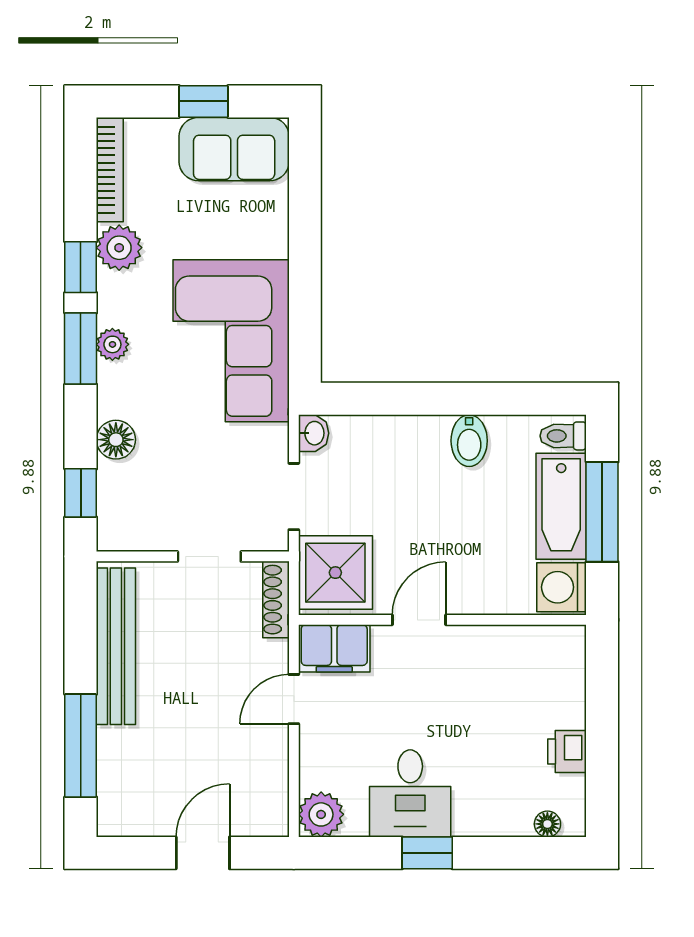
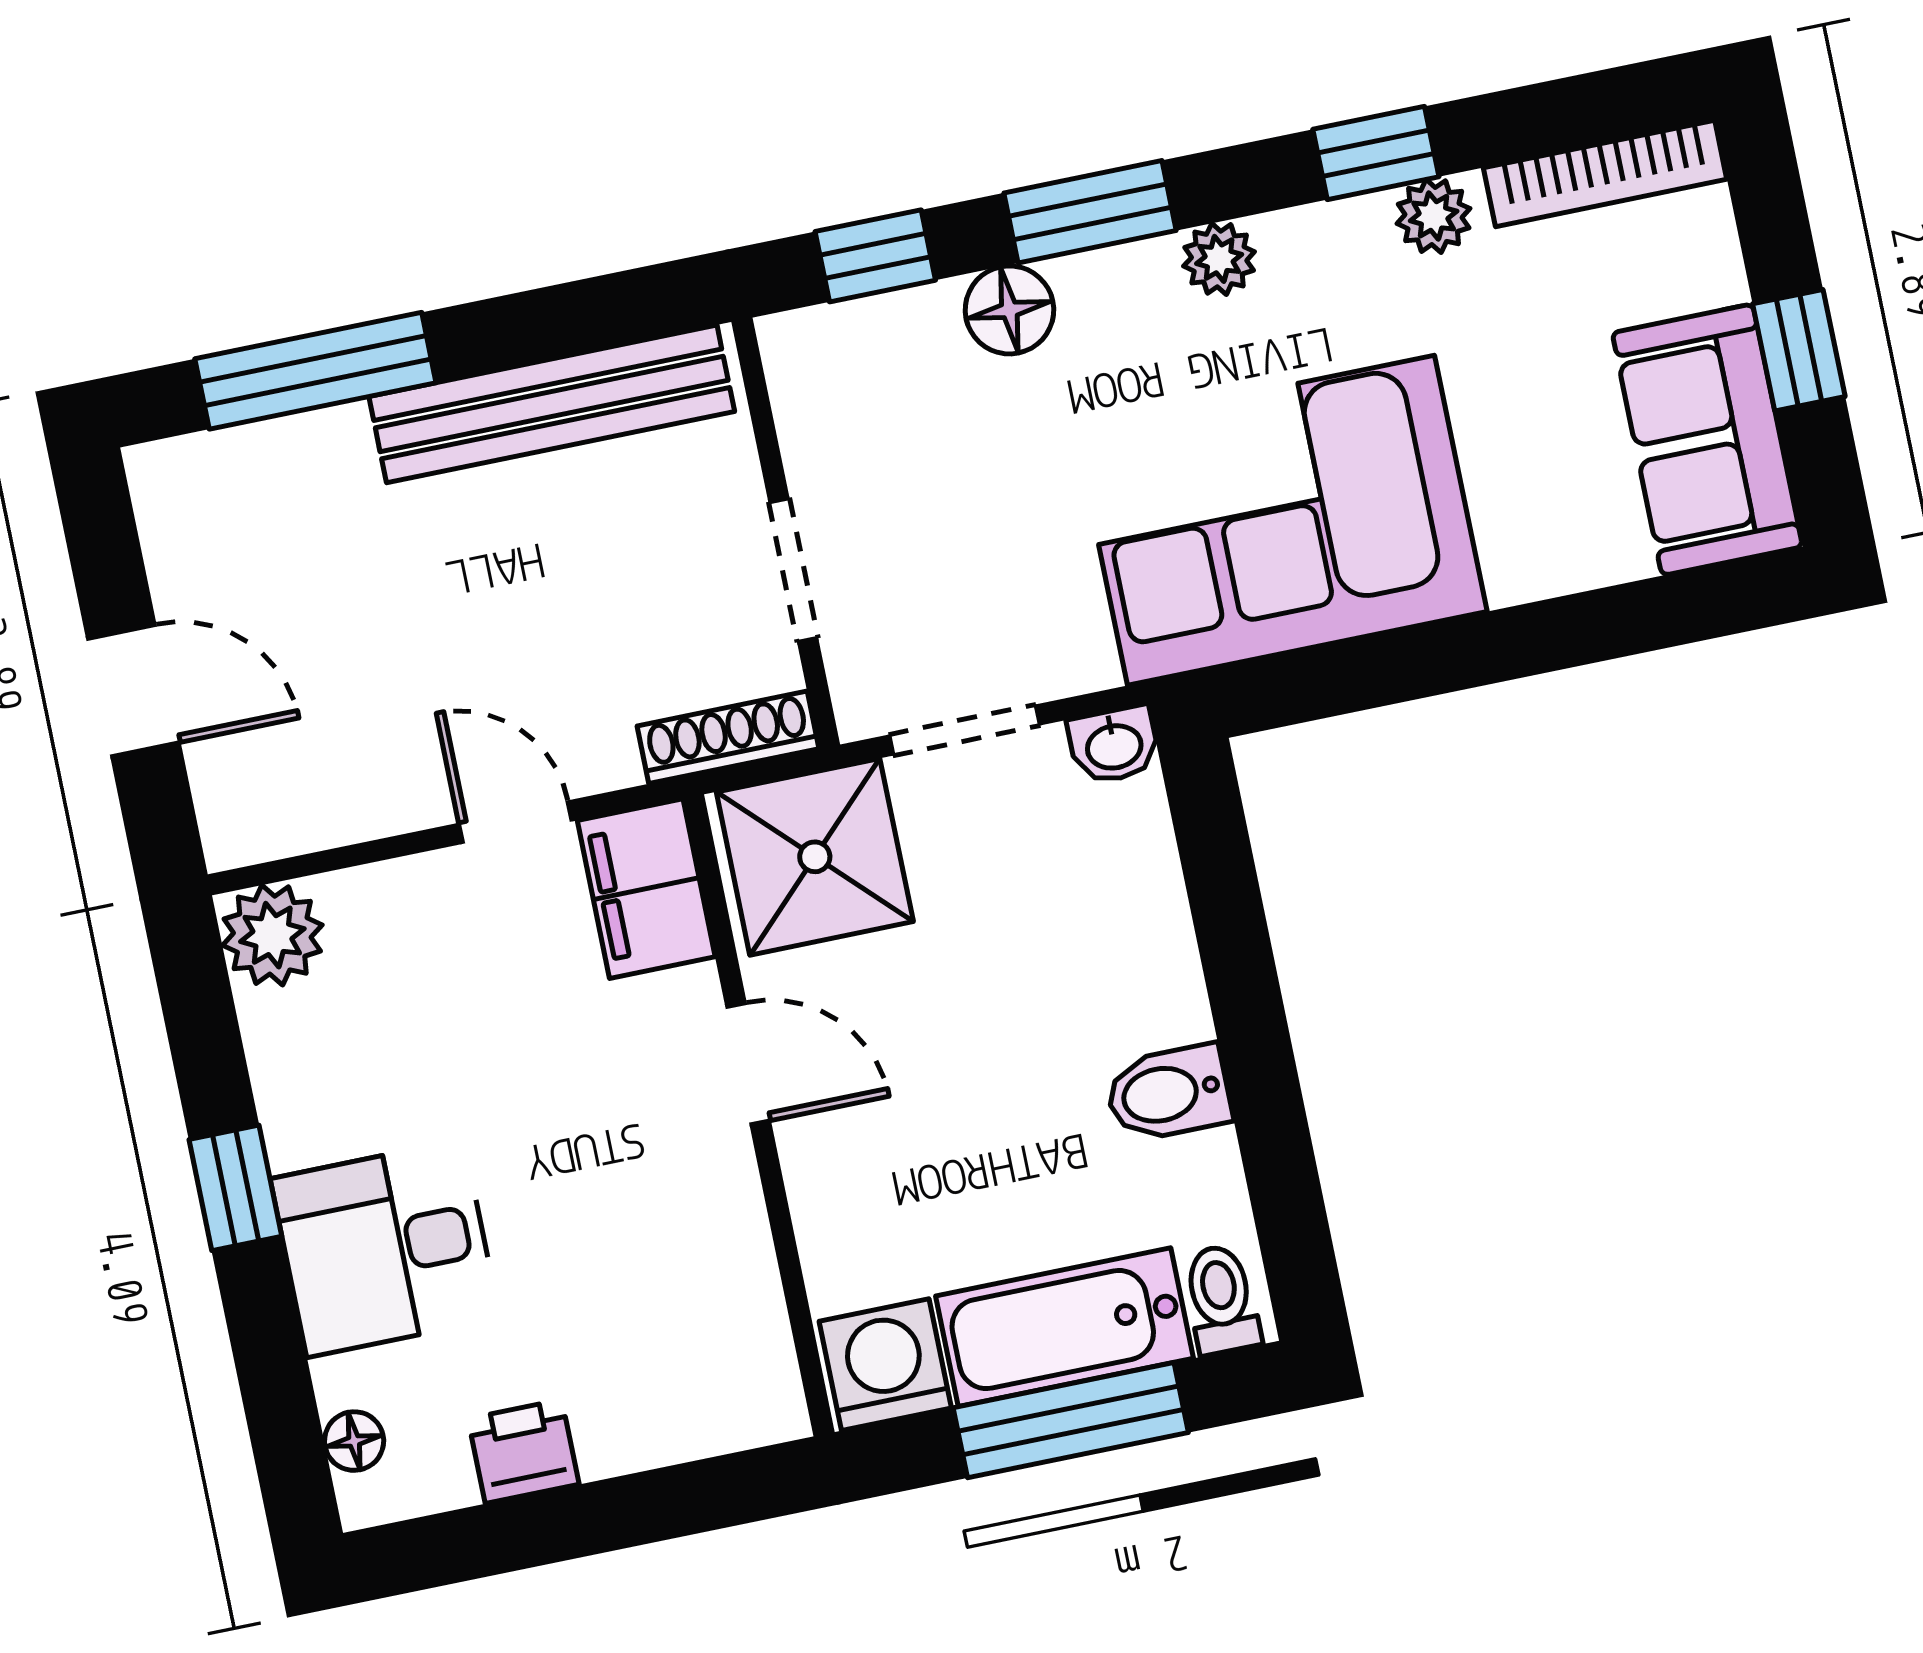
plant: (119, 248) -> (1434, 216), width x0.73, depth x0.73
window: (81, 349) -> (1090, 212), moved
desk: (410, 793) -> (385, 1248), moved

